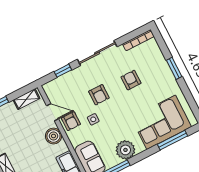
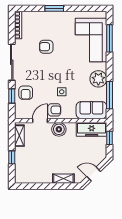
armchair: (99, 95) -> (26, 93), moved, turned 90

